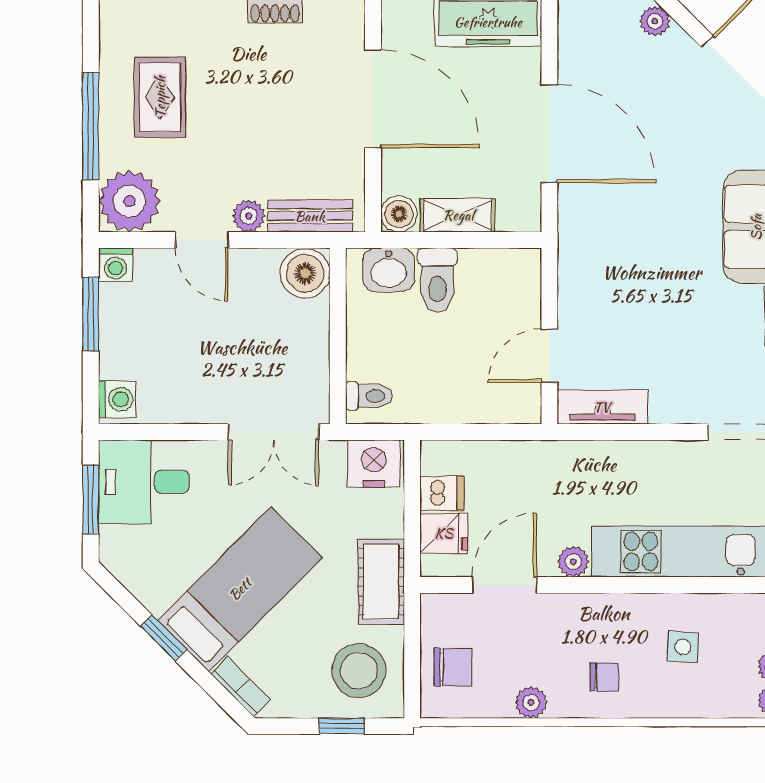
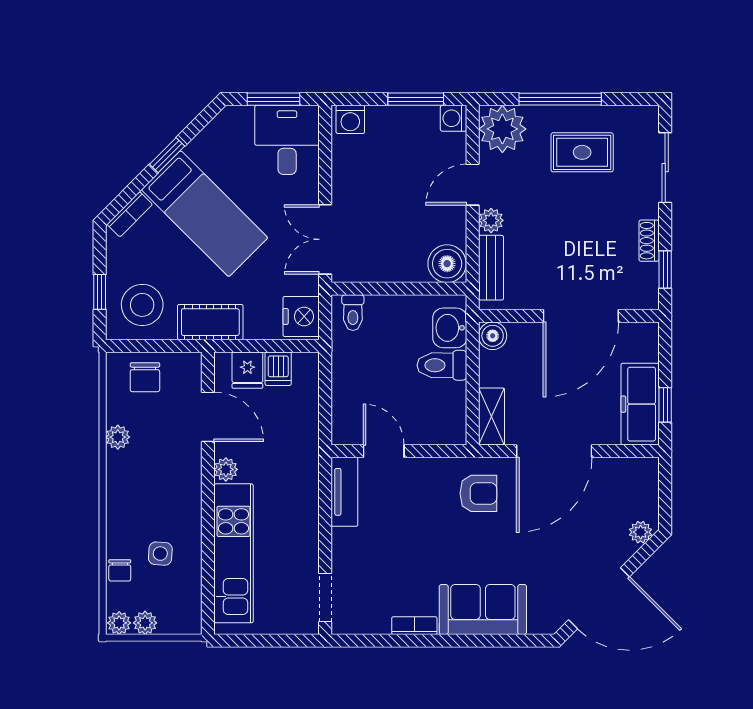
shelving: (458, 215) -> (492, 417), moved
armchair: (604, 232) -> (478, 493), added
chair: (604, 677) -> (120, 570), moved

